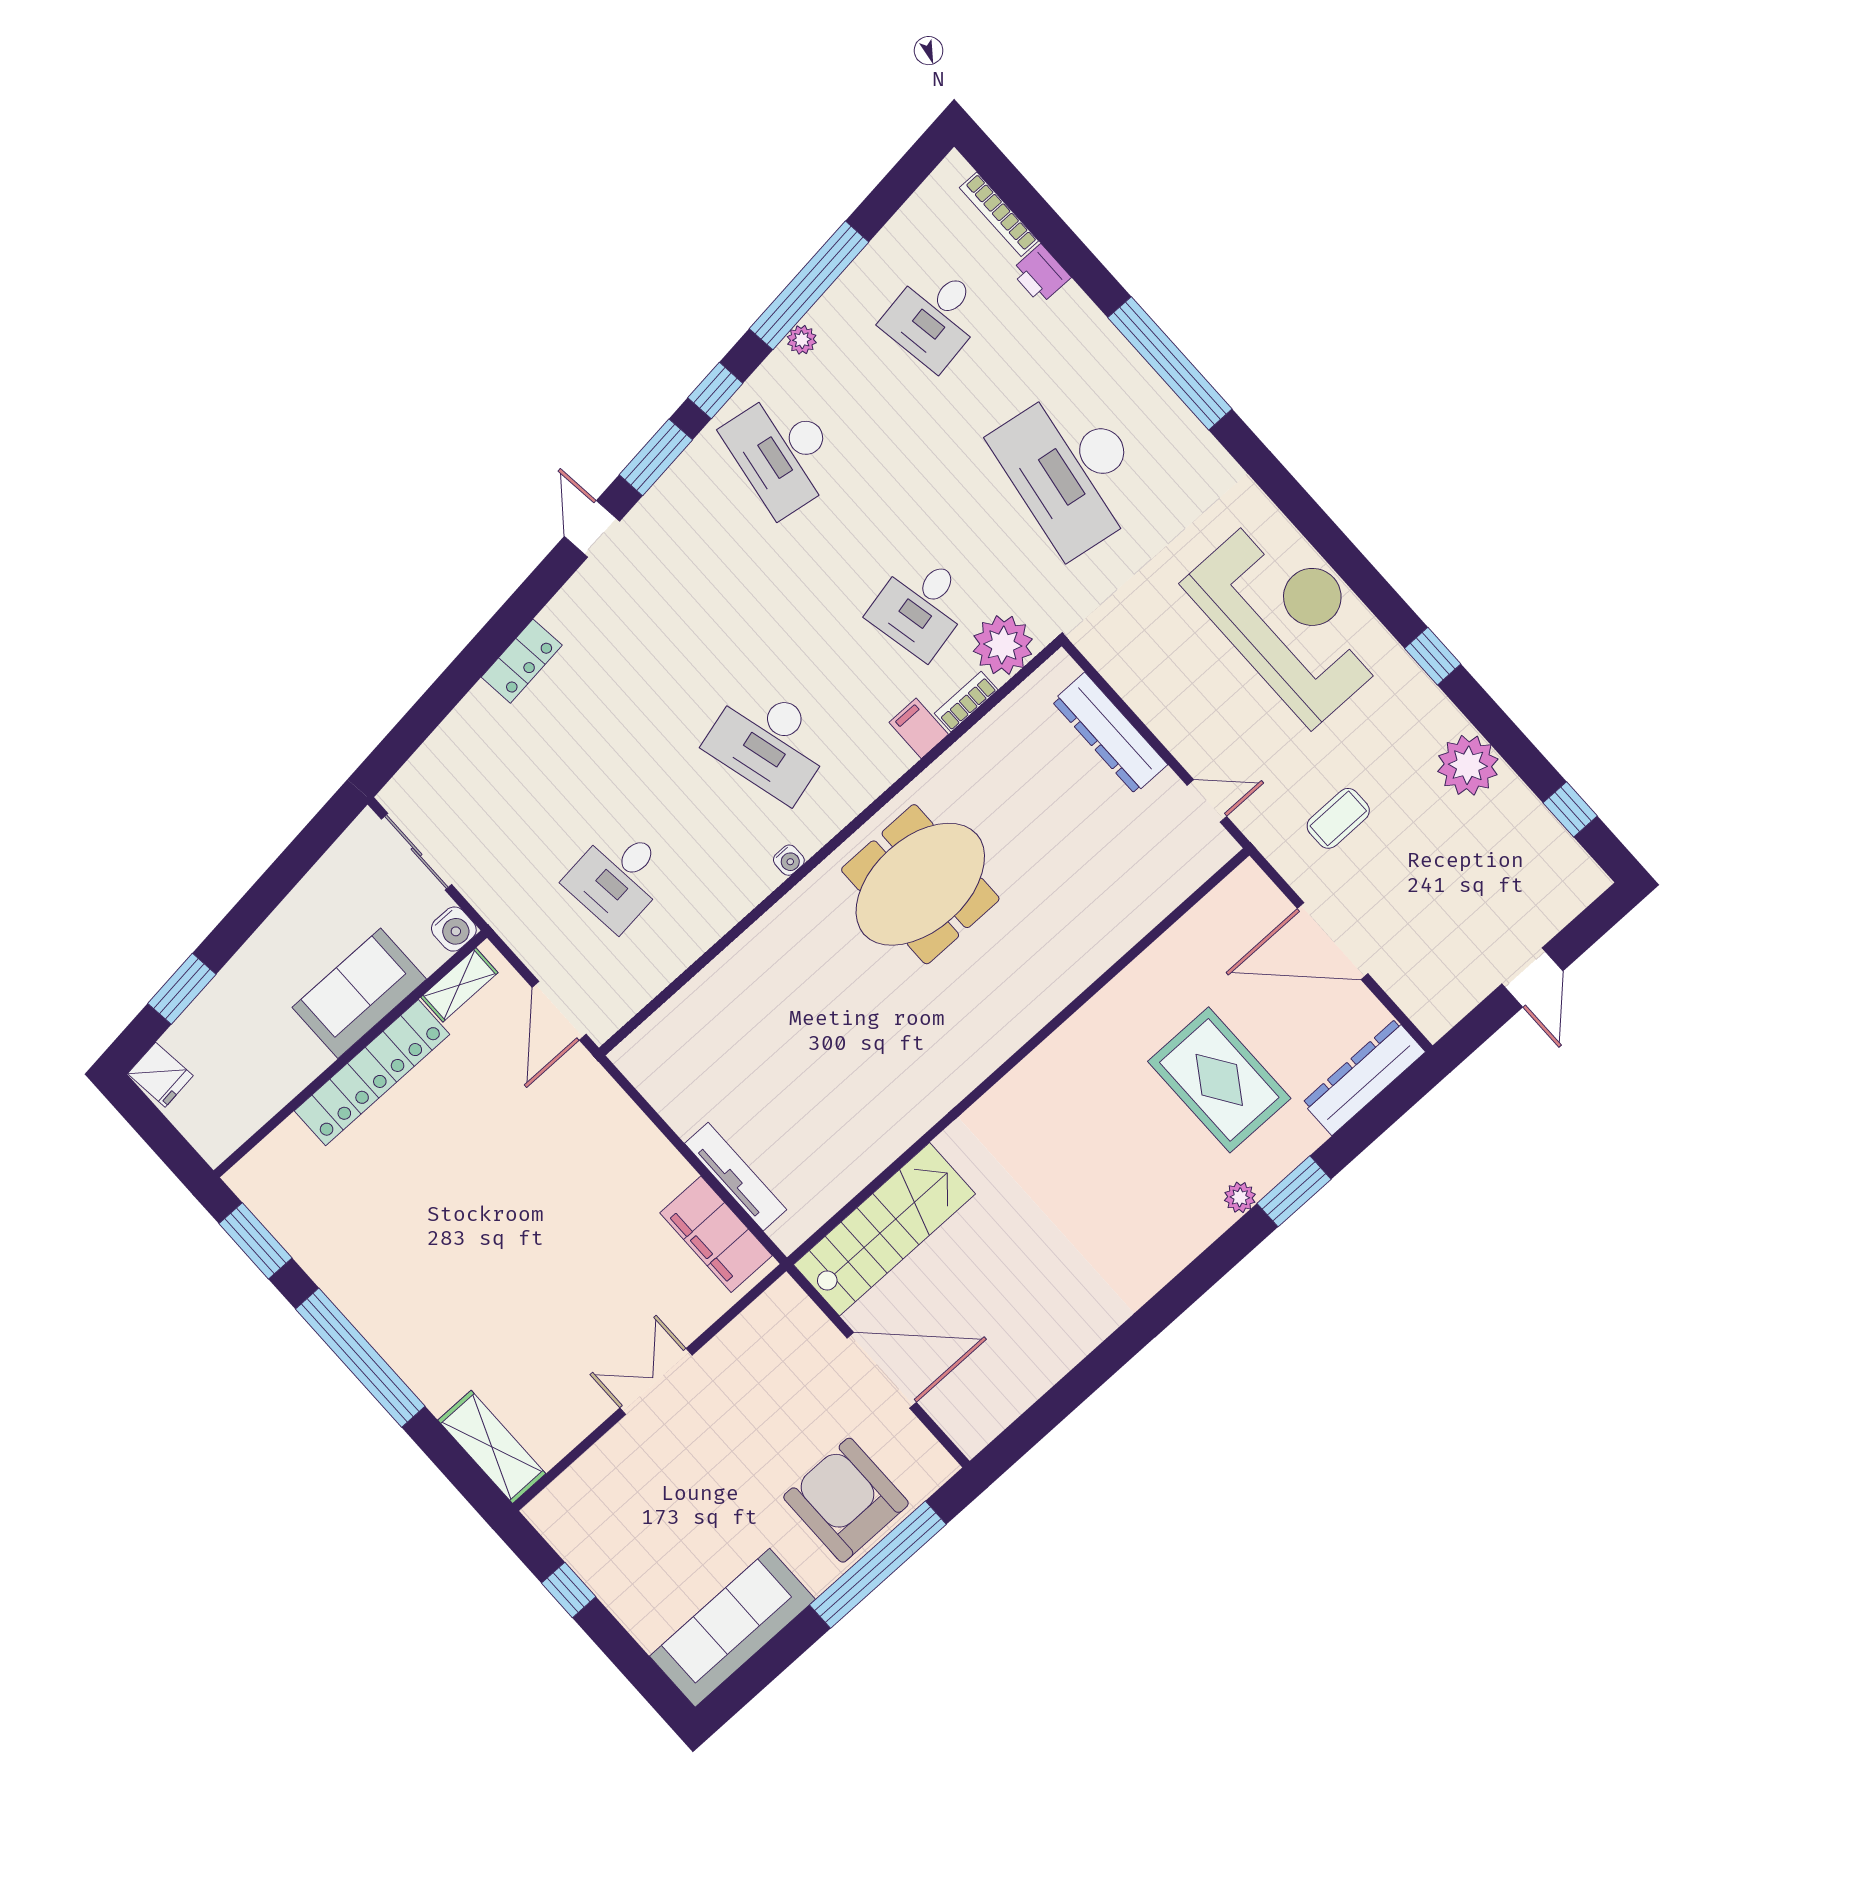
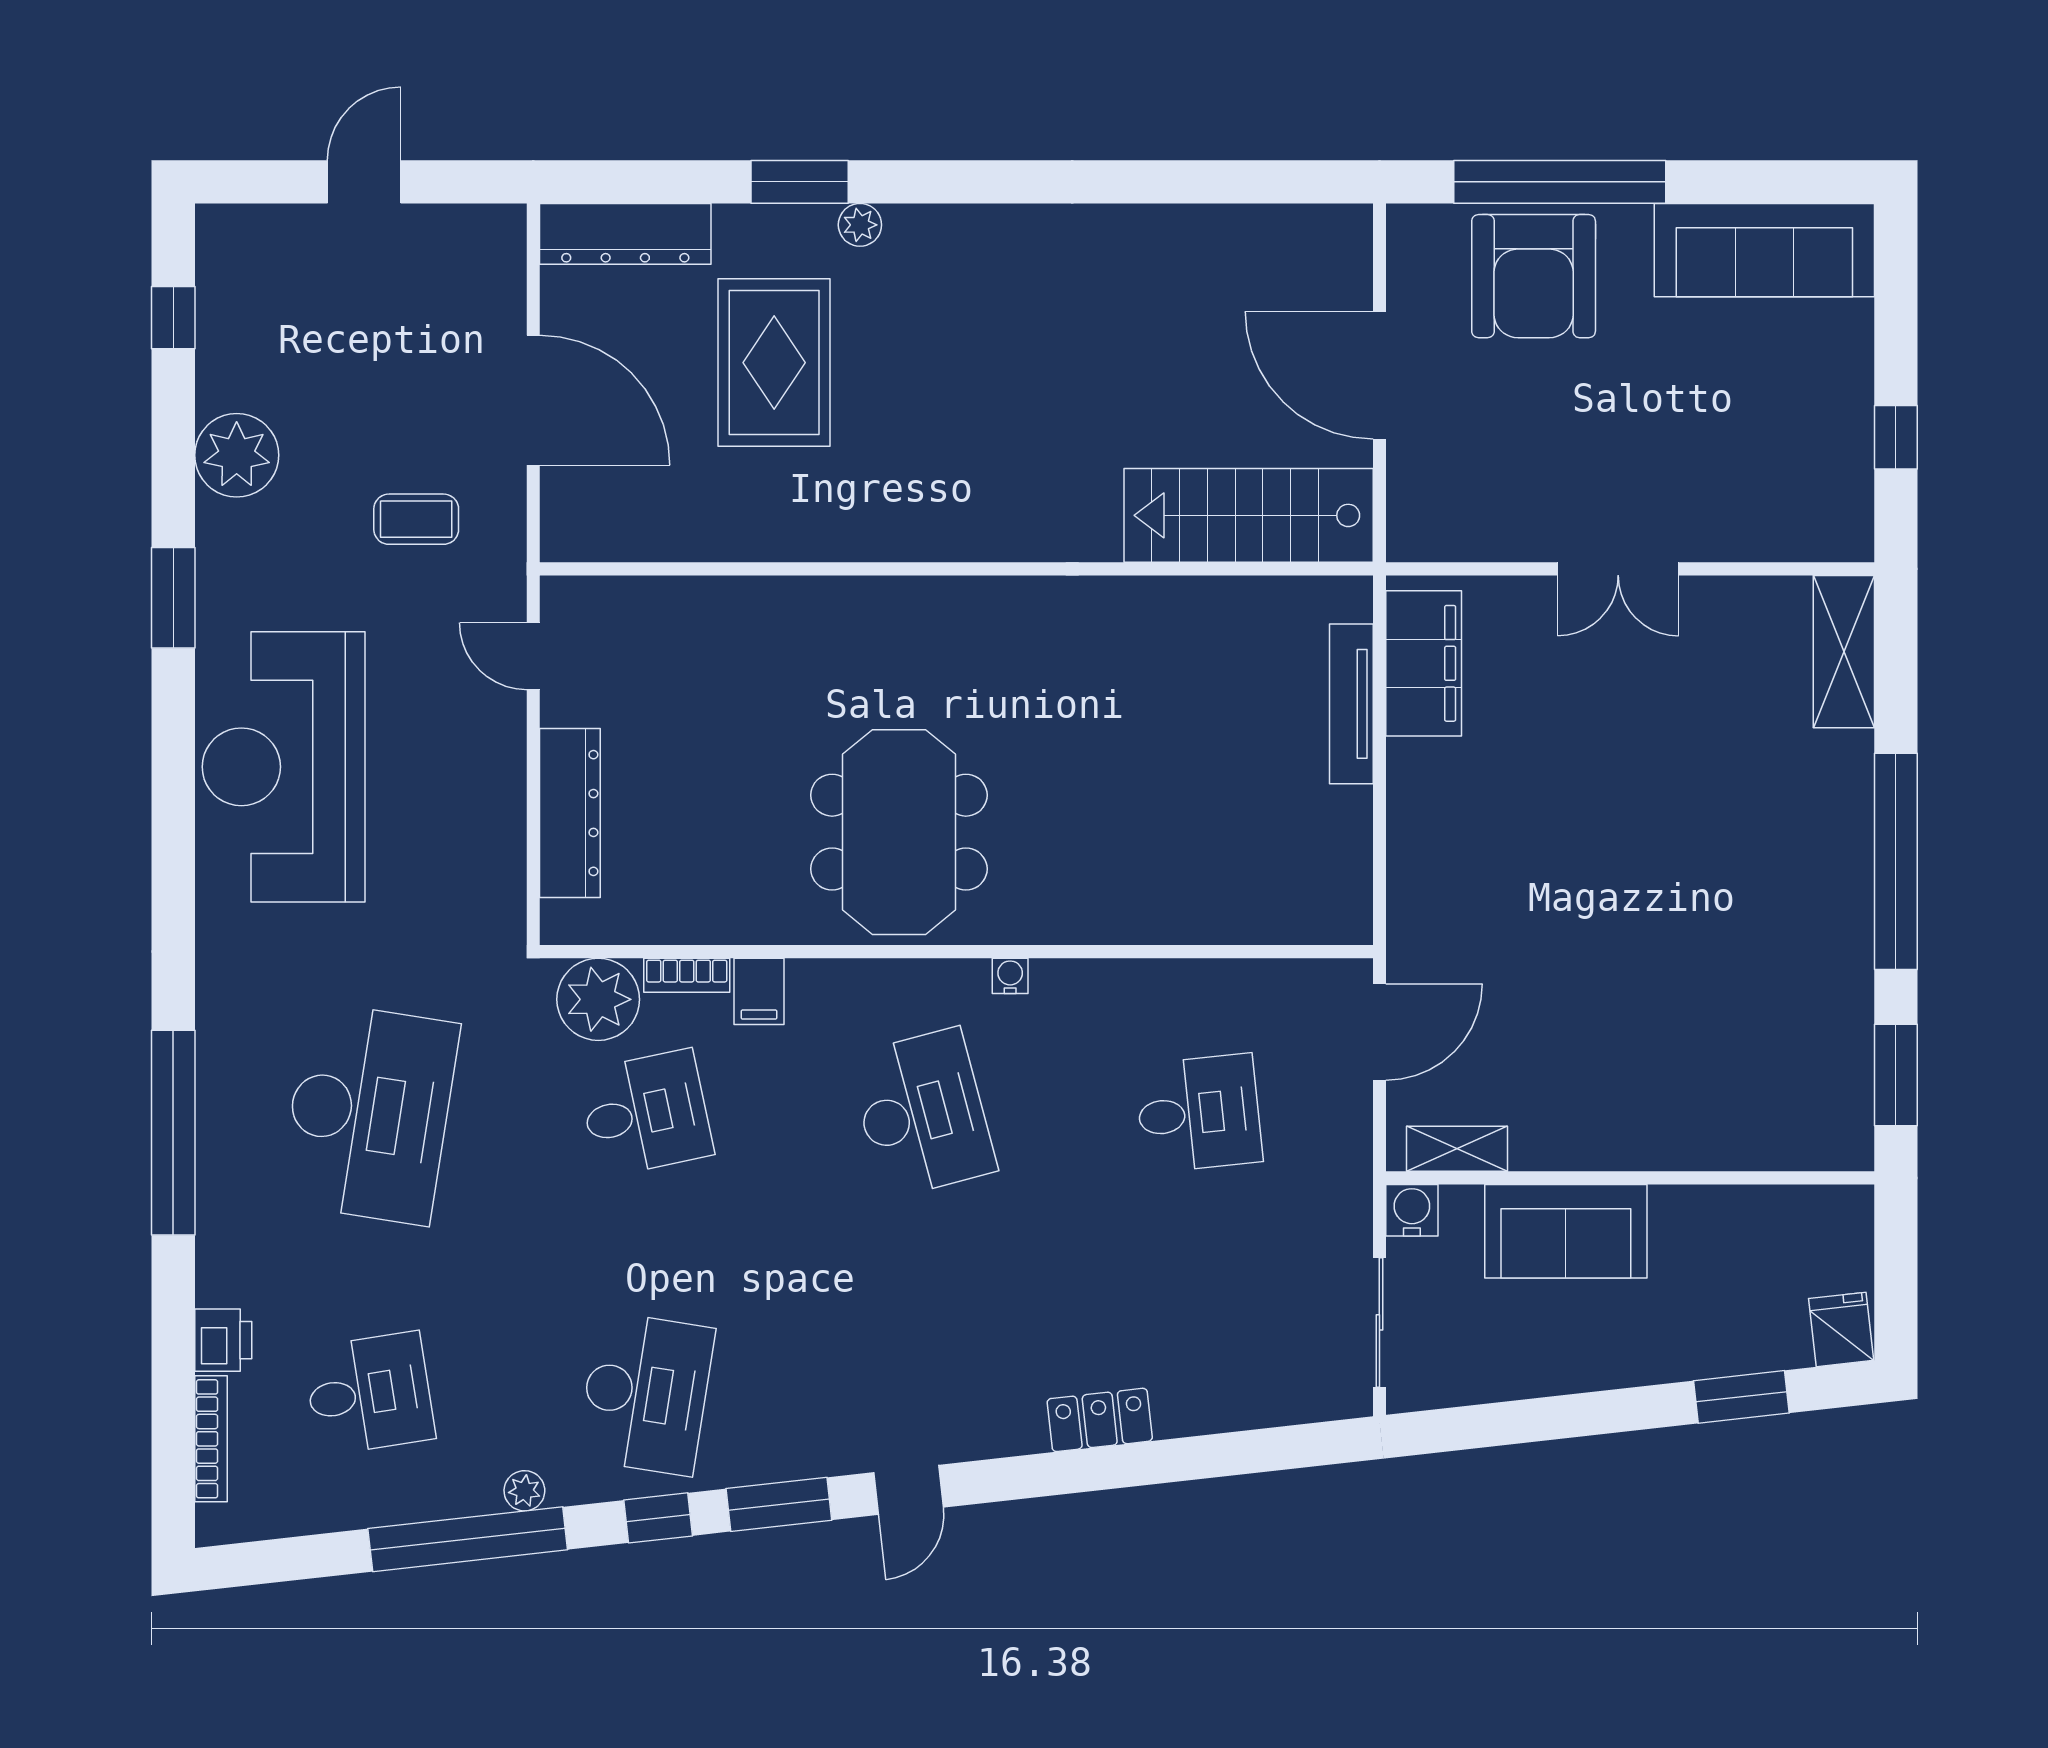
window: (1433, 656) -> (173, 598), width x1.50
meeting table: (920, 884) -> (899, 832), turned 90
locker: (372, 1073) -> (1625, 1139), removed

